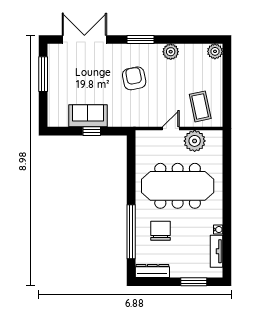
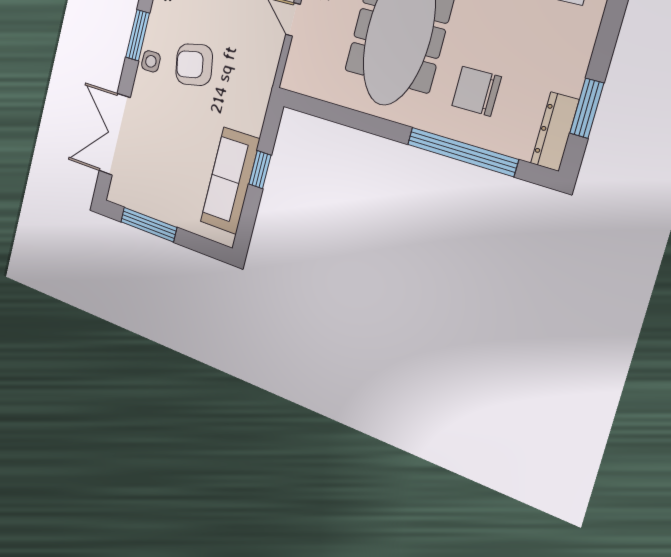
side table: (129, 52) -> (151, 61), added
sofa: (88, 116) -> (230, 181), width x1.36
window: (194, 282) -> (587, 108), moved

